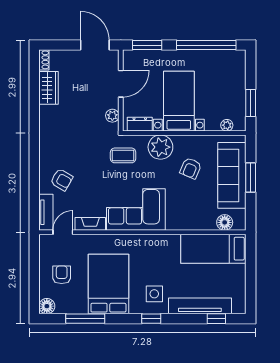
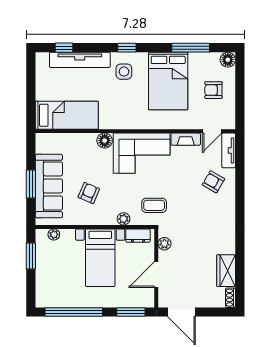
plant: (160, 147) -> (124, 219), width x0.53, depth x0.53
floor lamp: (225, 222) -> (105, 141), moved
armchair: (62, 275) -> (213, 90), turned 90

